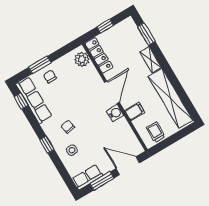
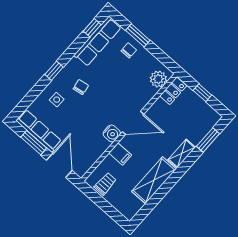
locker: (99, 55) -> (173, 91), width x0.66
shelving: (171, 98) -> (154, 180), width x0.68
row of seats: (87, 177) -> (39, 131), width x1.48

